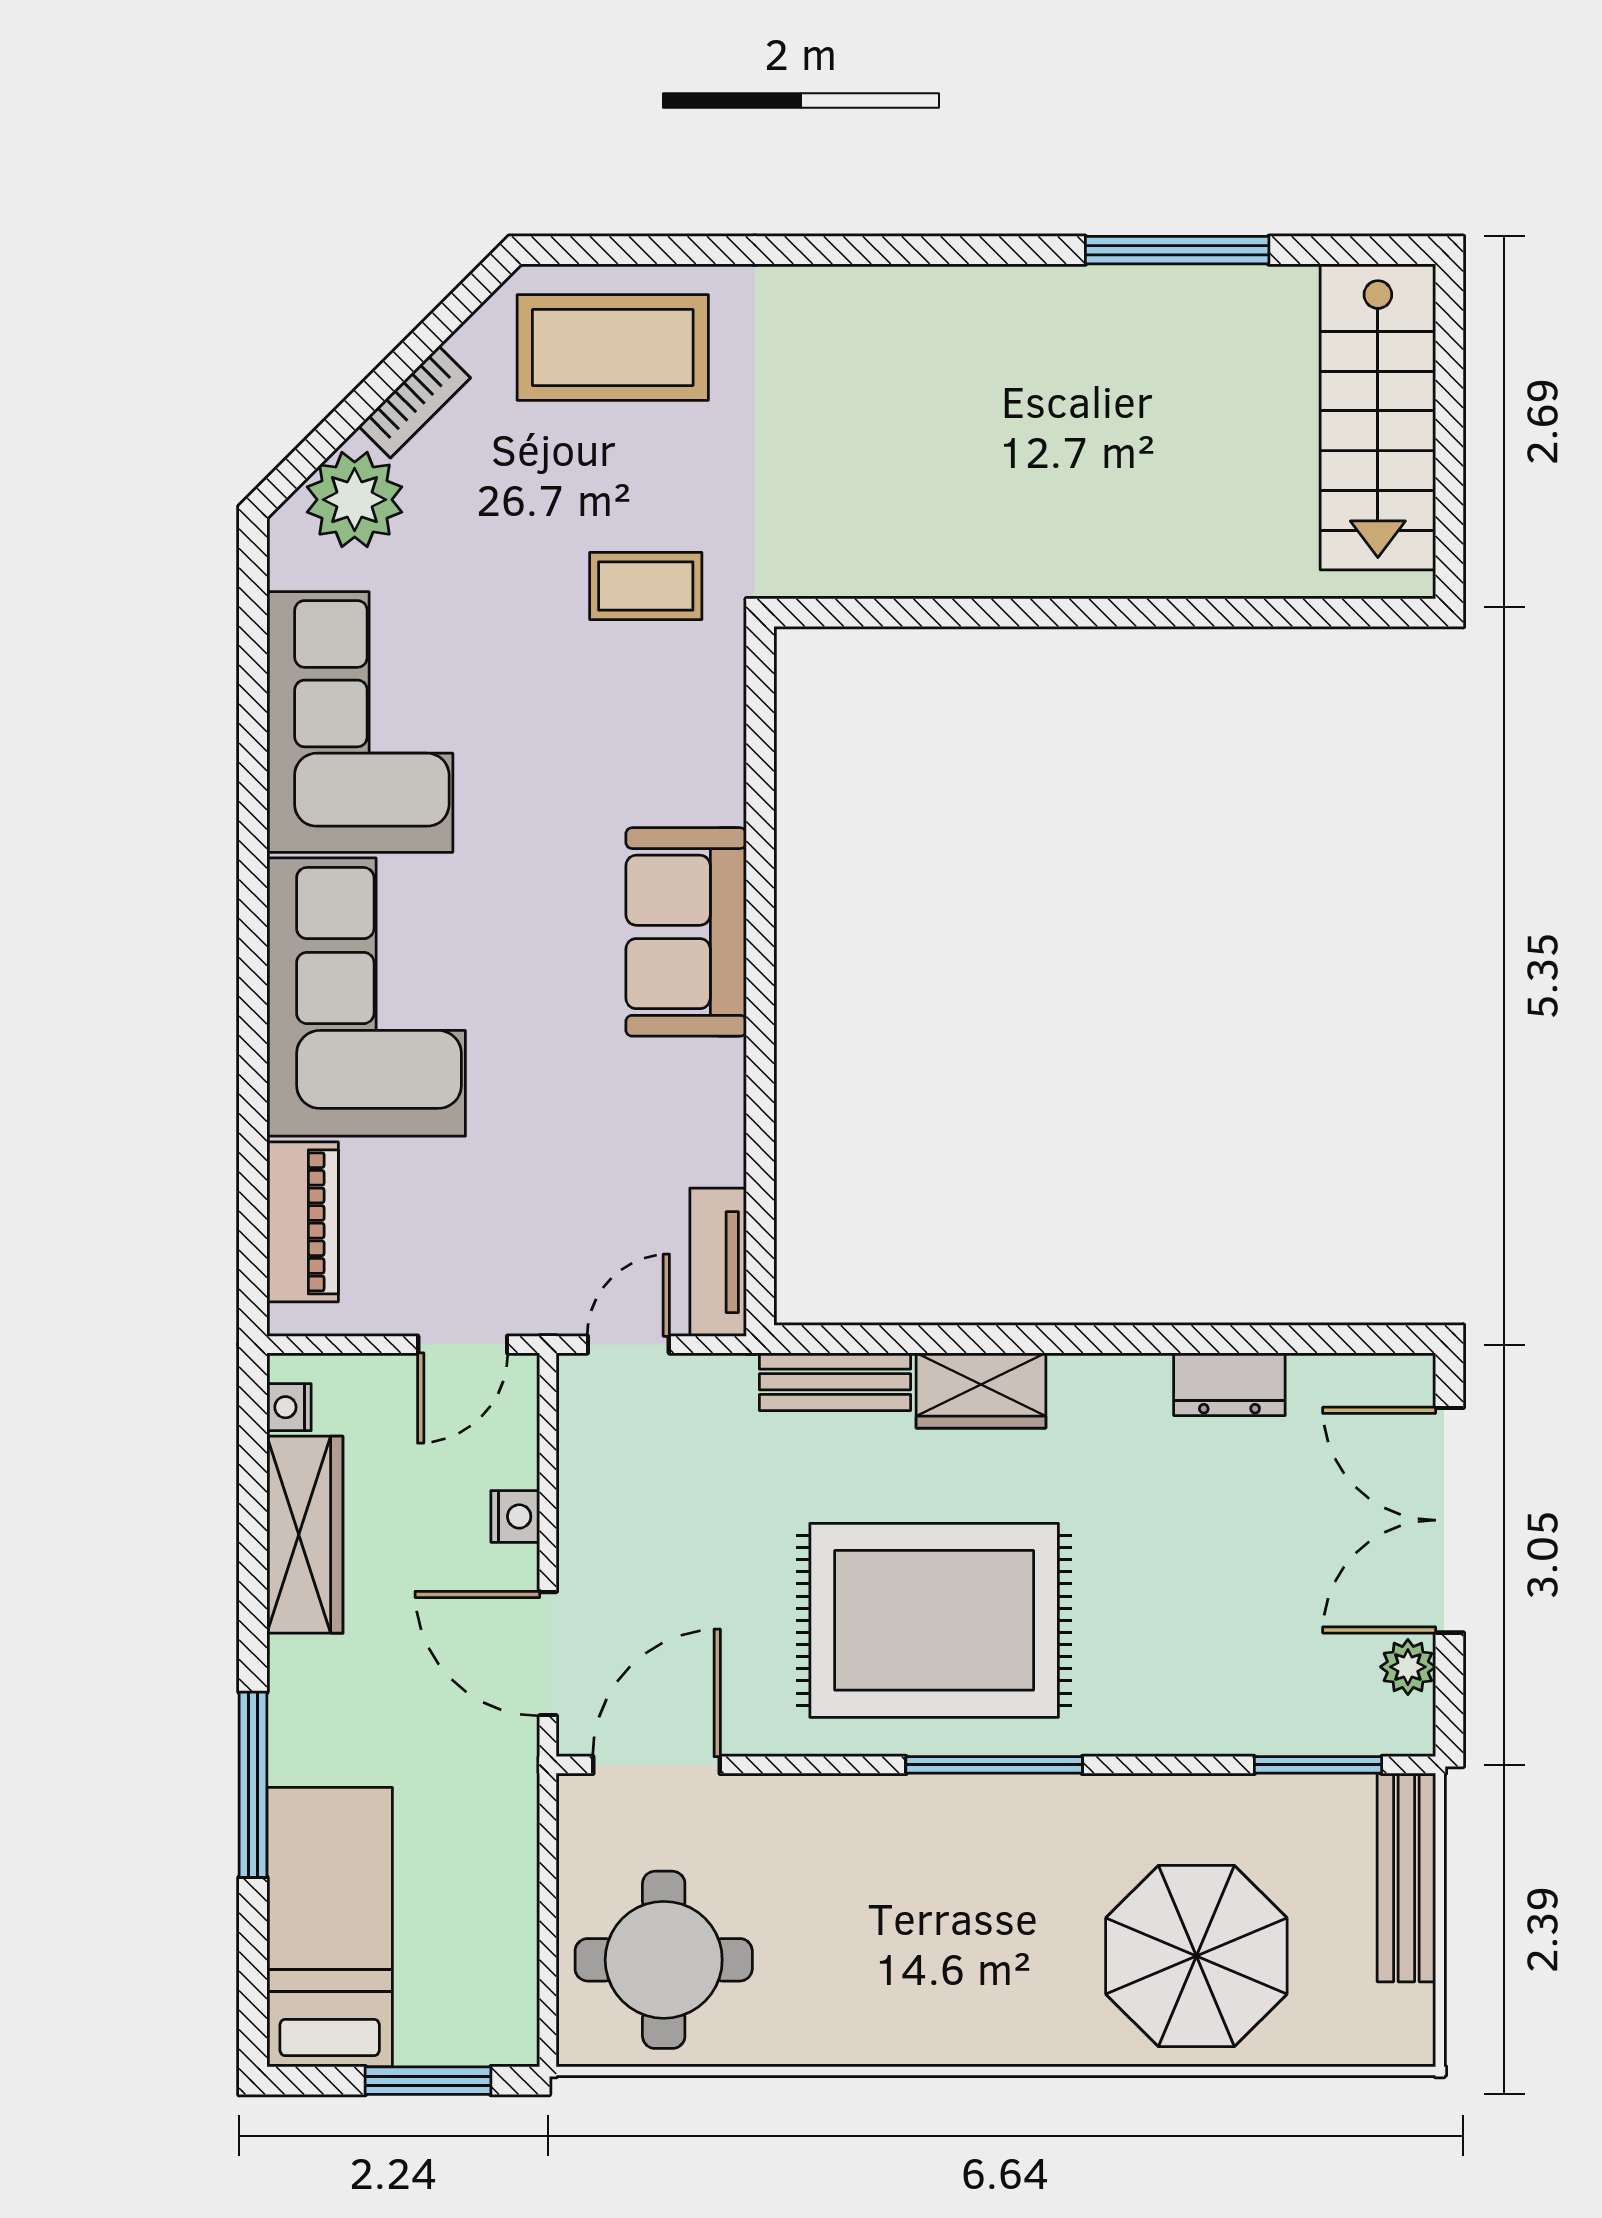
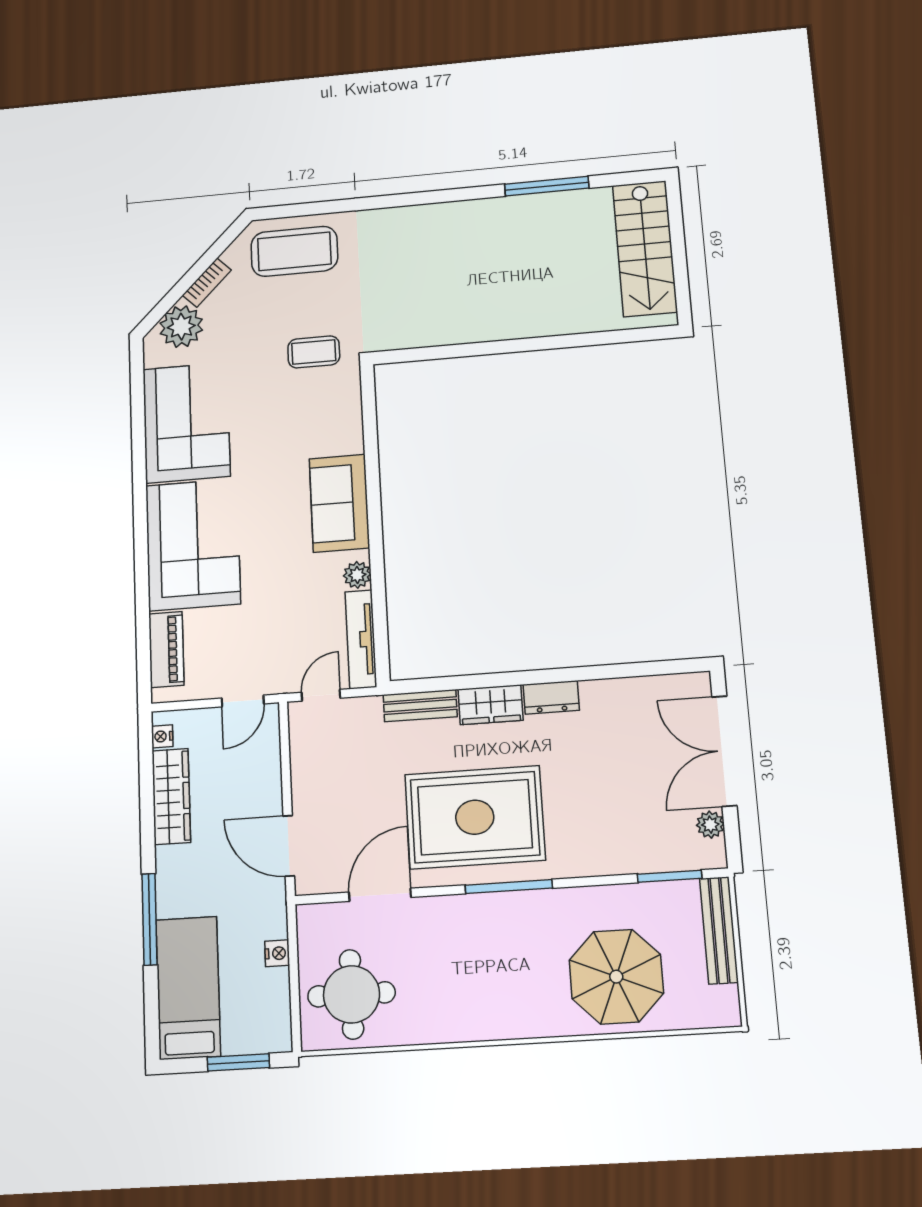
plant: (717, 1092) -> (357, 575), added
tv unit: (718, 1262) -> (361, 639), width x1.41
dresser: (1229, 1384) -> (551, 697), moved
nightstand: (515, 1516) -> (277, 953), moved
door: (656, 1765) -> (380, 895), moved

